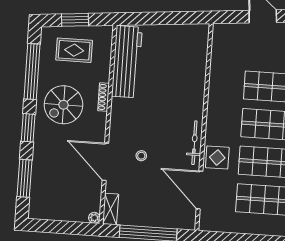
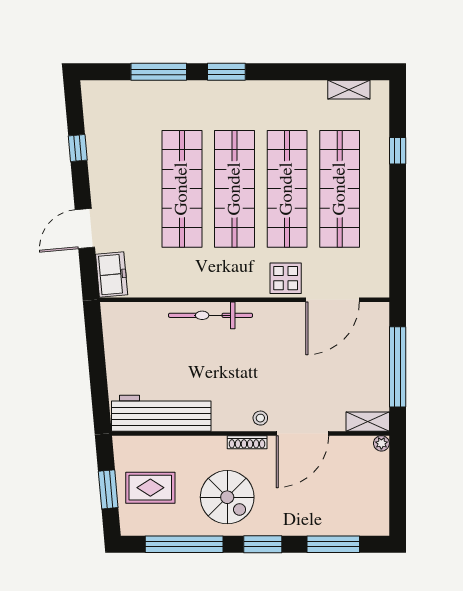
freezer: (229, 33) -> (112, 275), added
rug: (74, 50) -> (150, 488), turned 90
shoe rack: (104, 97) -> (247, 442), moved
bicycle: (194, 143) -> (210, 315), moved, width x1.37, depth x1.40
stool: (141, 156) -> (260, 418), moved

